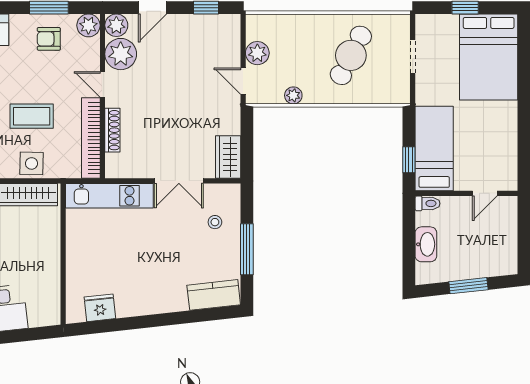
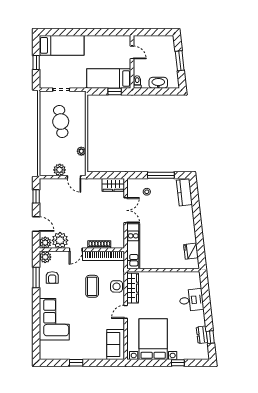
cafe table: (351, 55) -> (61, 122), turned 55
bed: (489, 57) -> (62, 45), width x0.67
door: (243, 81) -> (74, 177), hinge flipped

